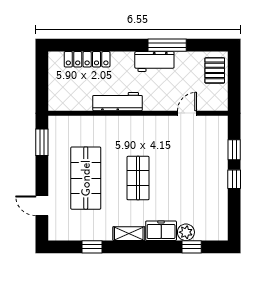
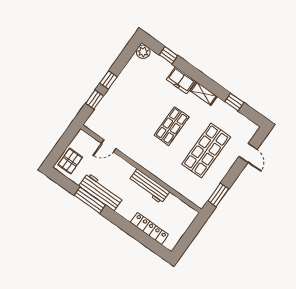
workbench: (154, 62) -> (101, 192), width x1.38
plant: (186, 232) -> (143, 52), moved

